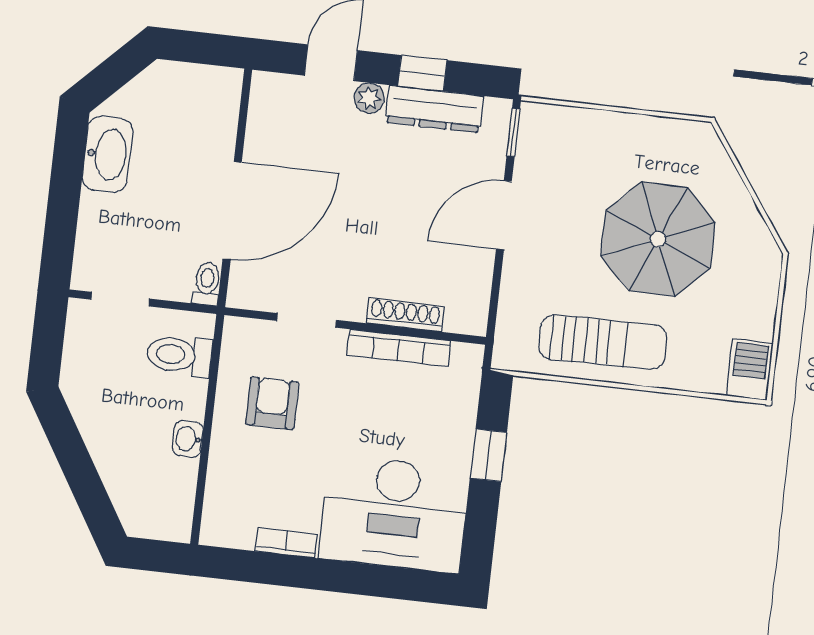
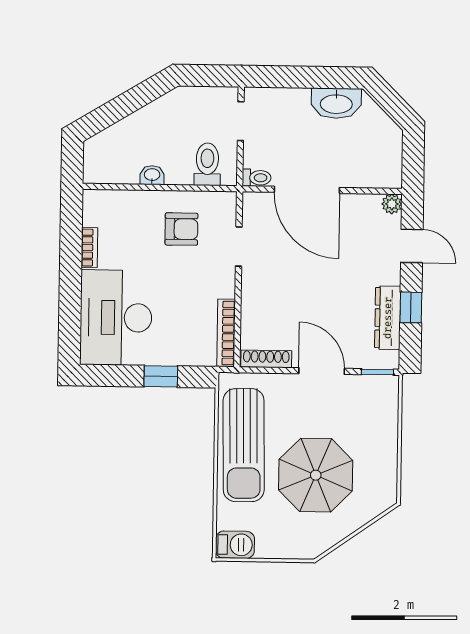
plant: (369, 98) -> (392, 204), moved
shoe rack: (405, 315) -> (266, 359), moved, turned -90
sun lounger: (603, 342) -> (244, 445), width x1.36, depth x1.34
bookcase: (399, 348) -> (226, 333), moved

